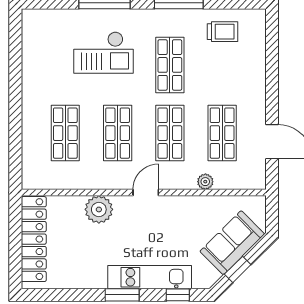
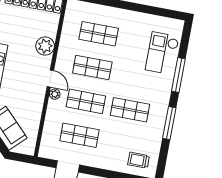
trolley: (222, 32) -> (139, 160), moved, turned 90
checkout: (103, 53) -> (162, 53), moved
plant: (205, 182) -> (55, 94), moved

